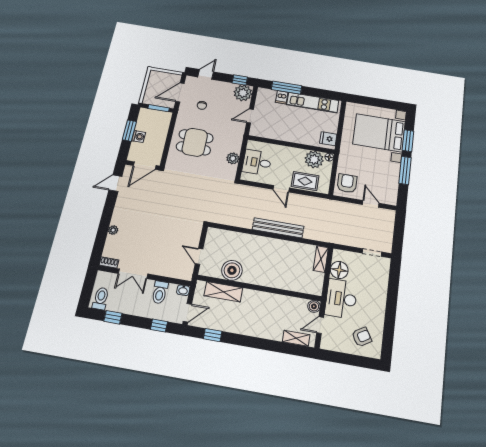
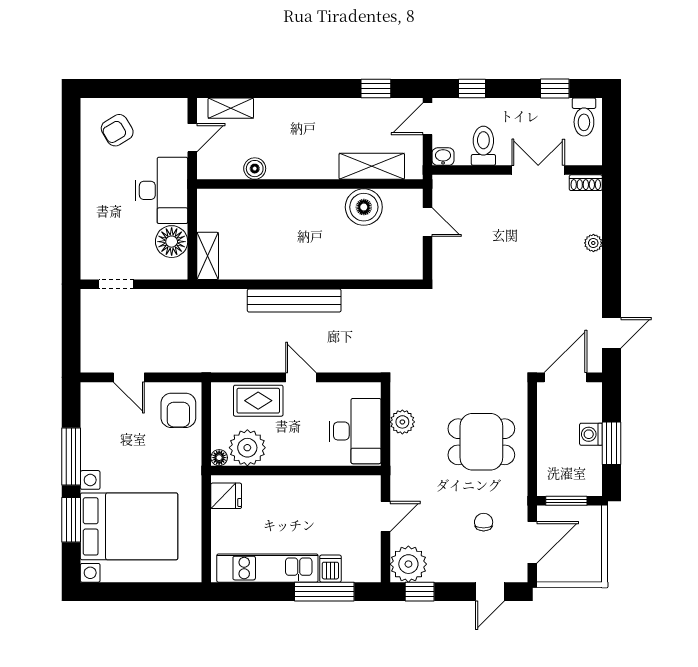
desk: (257, 162) -> (355, 431), width x1.37
boiler: (314, 306) -> (255, 169), moved

